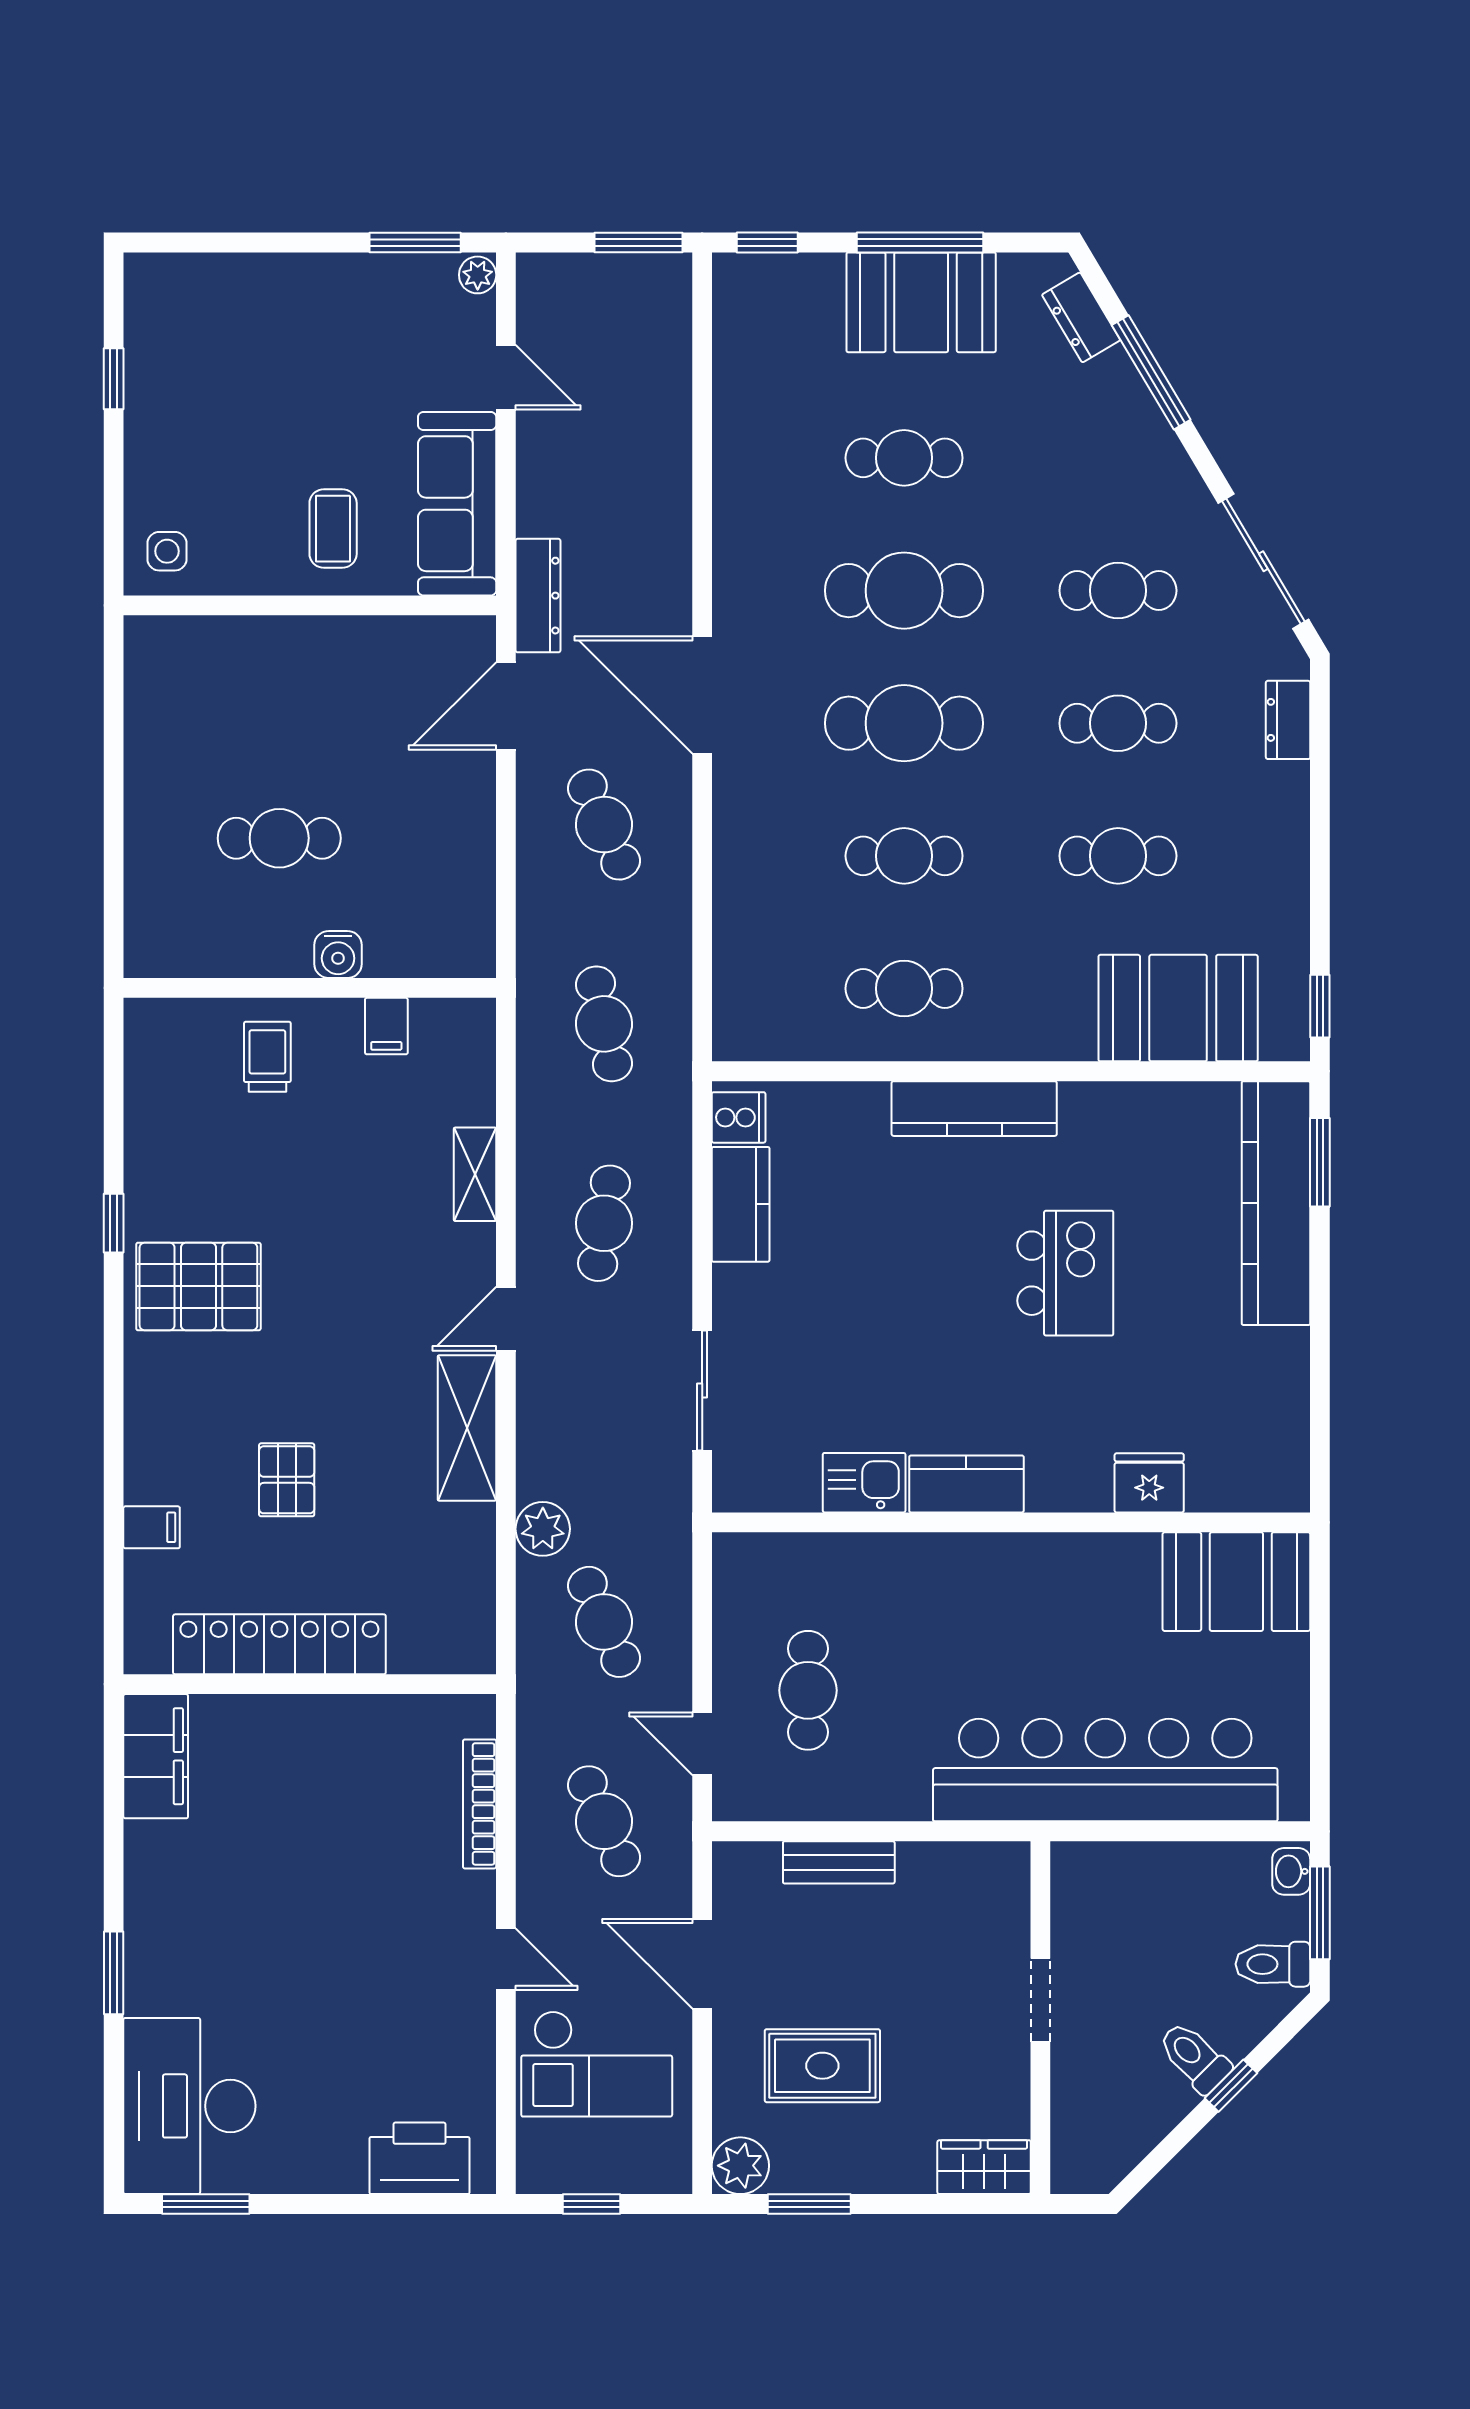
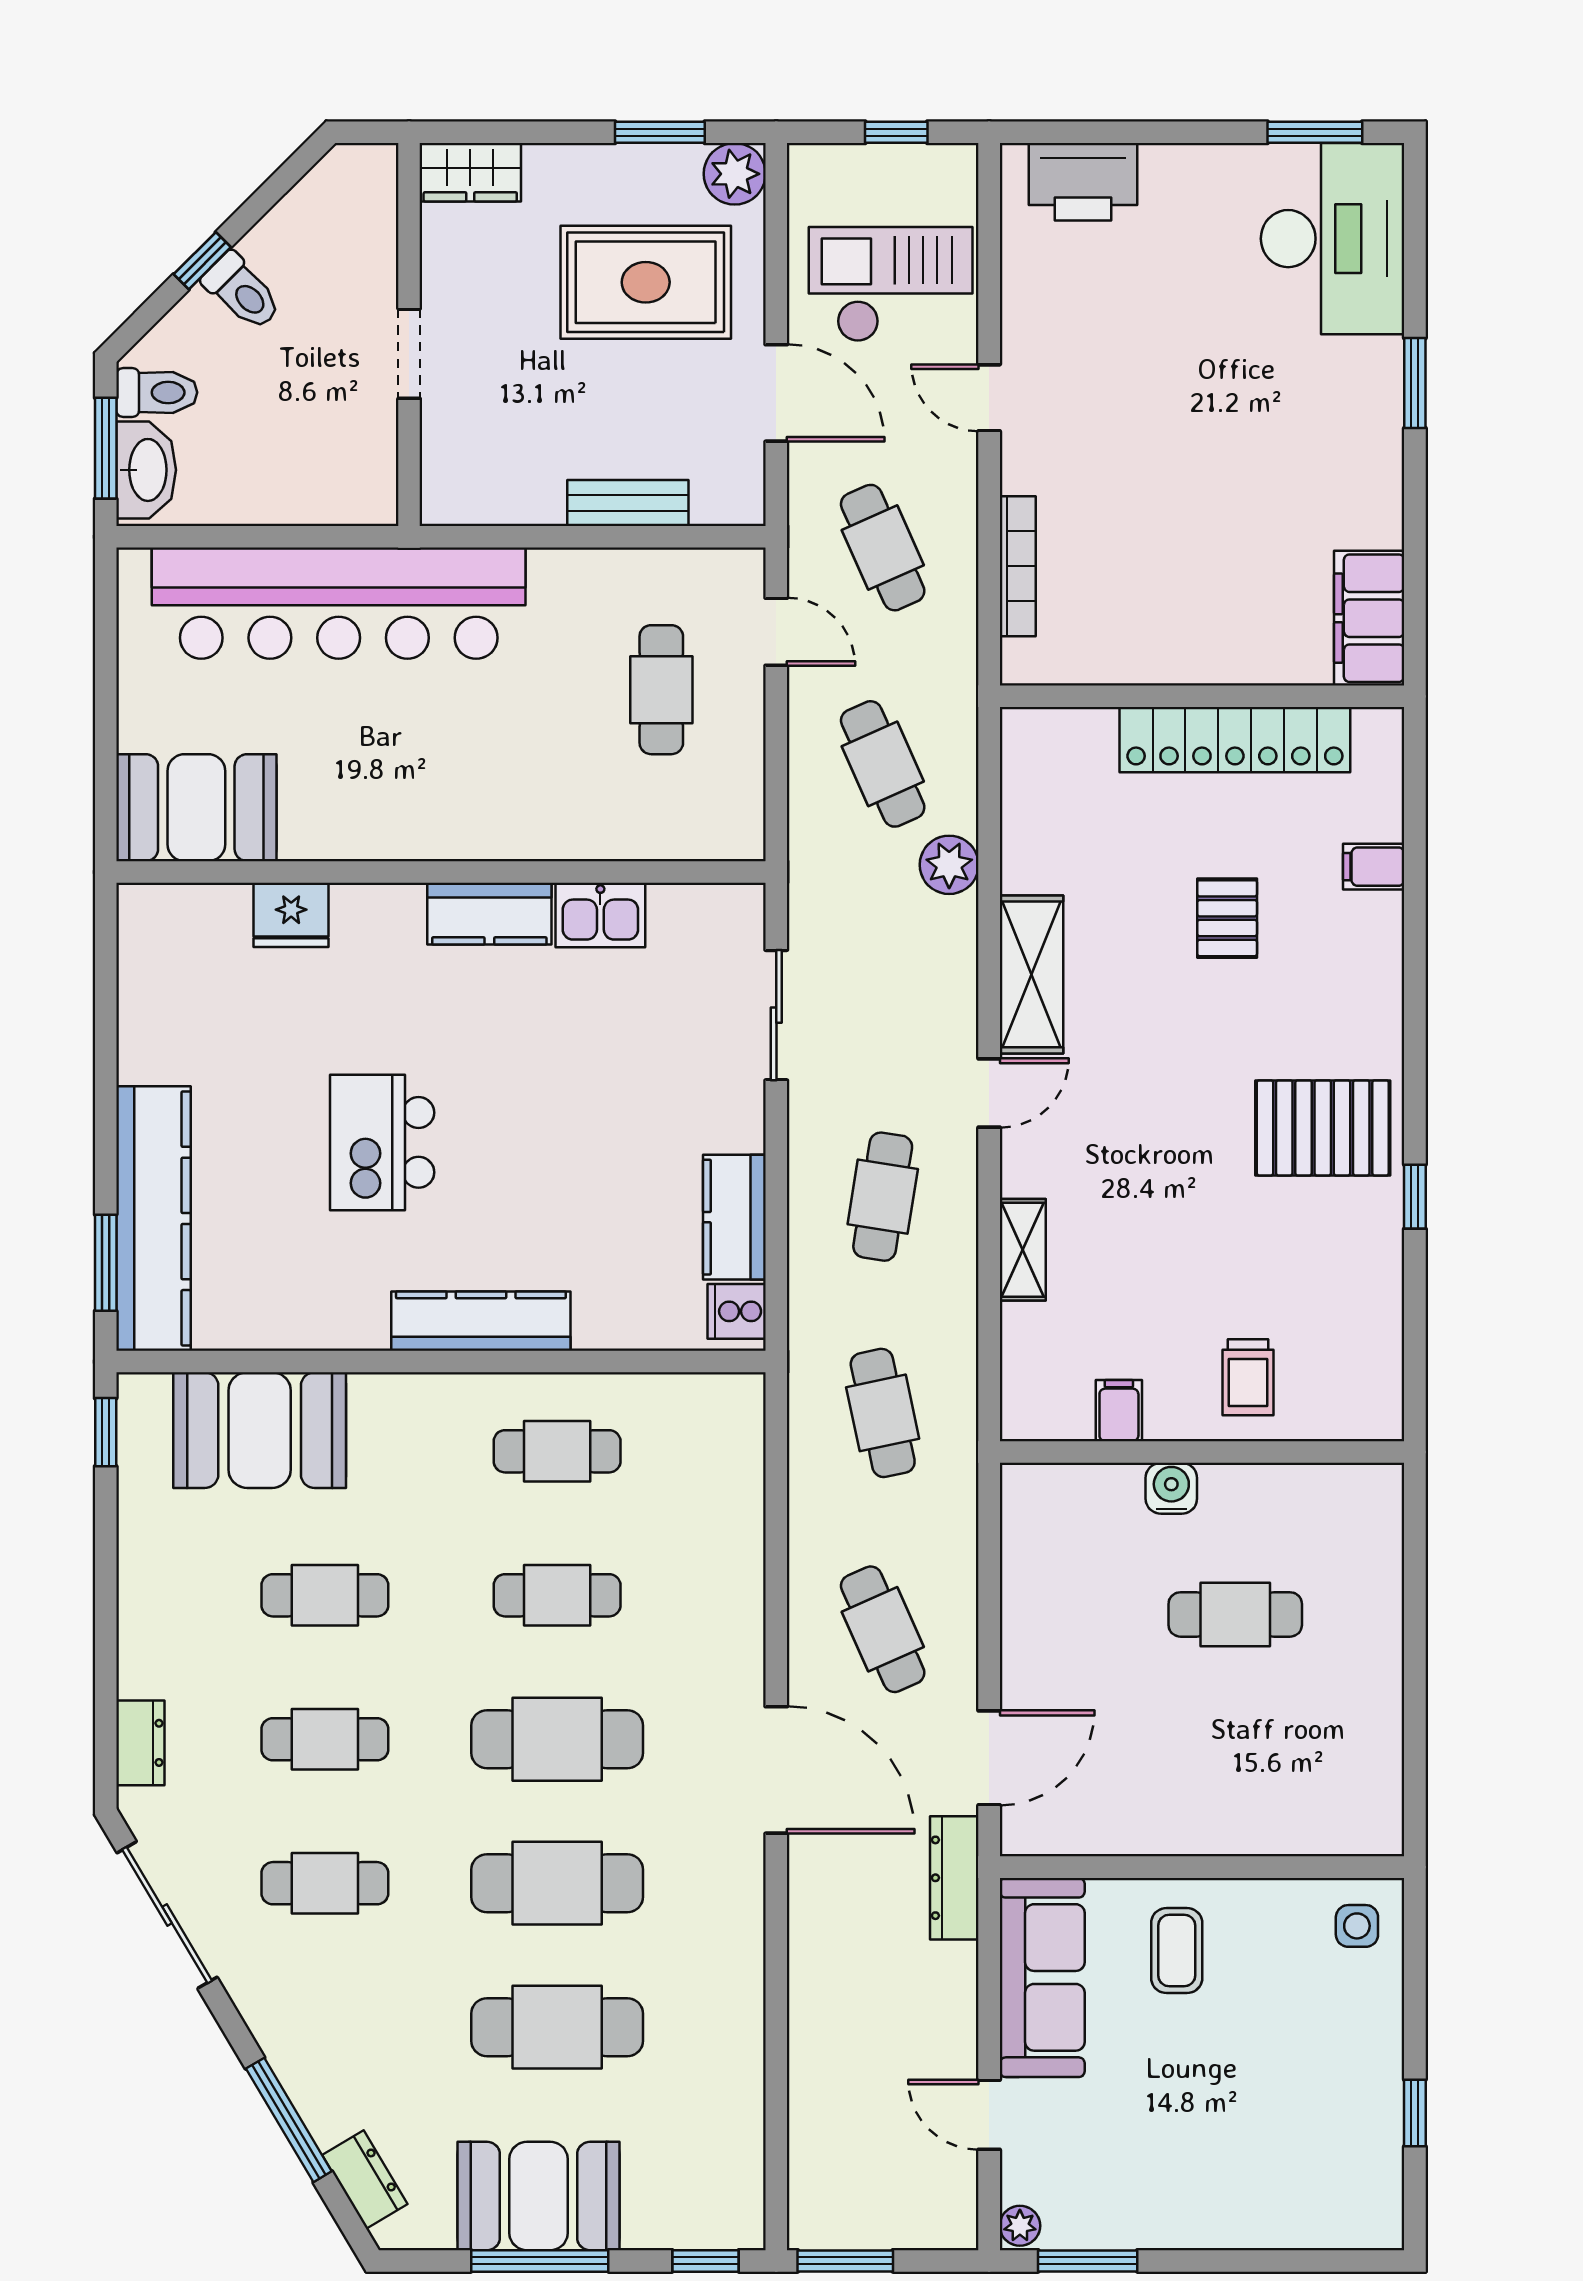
cafe table: (904, 458) -> (557, 2027), width x1.37, depth x1.35
washbasin: (1291, 1871) -> (146, 470), width x1.91, depth x1.45
rug: (822, 2066) -> (646, 282), width x1.36, depth x1.43

